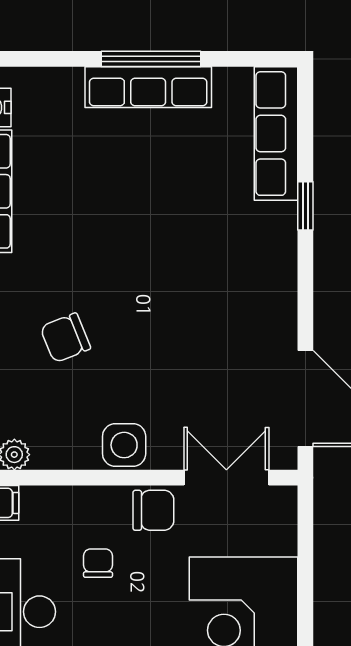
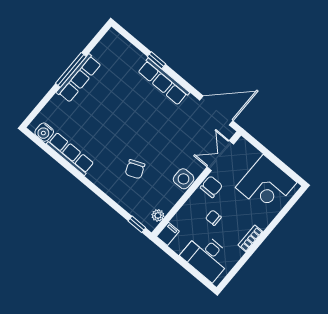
row of seats: (276, 134) -> (163, 82), moved

